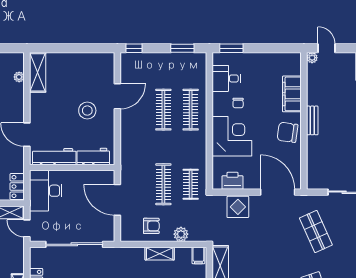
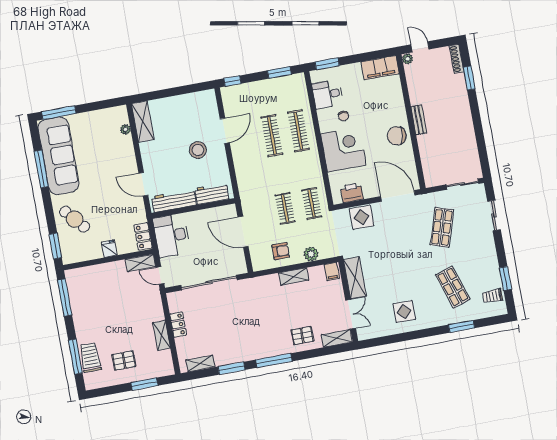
filing cabinet: (292, 94) -> (380, 68), moved, turned -90
clothes rail: (163, 184) -> (285, 208), width x0.73
shop shelf: (316, 231) -> (442, 227), turned 42

